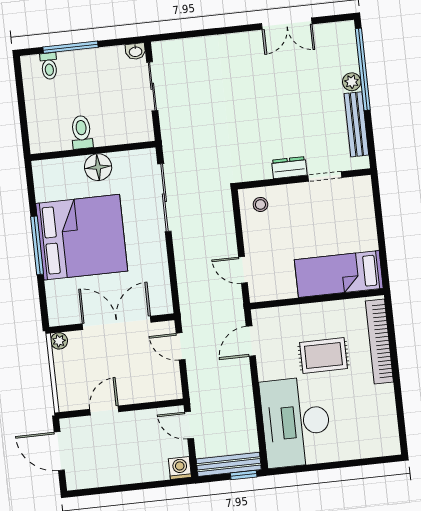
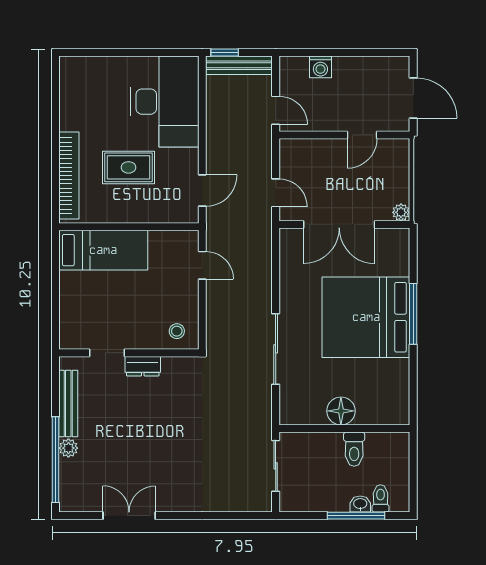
washbasin: (136, 51) -> (360, 504), moved
toilet: (82, 132) -> (354, 449), moved
wall: (93, 151) -> (344, 428), moved
floor lamp: (98, 167) -> (341, 411), moved
washing machine: (180, 468) -> (320, 67), moved

